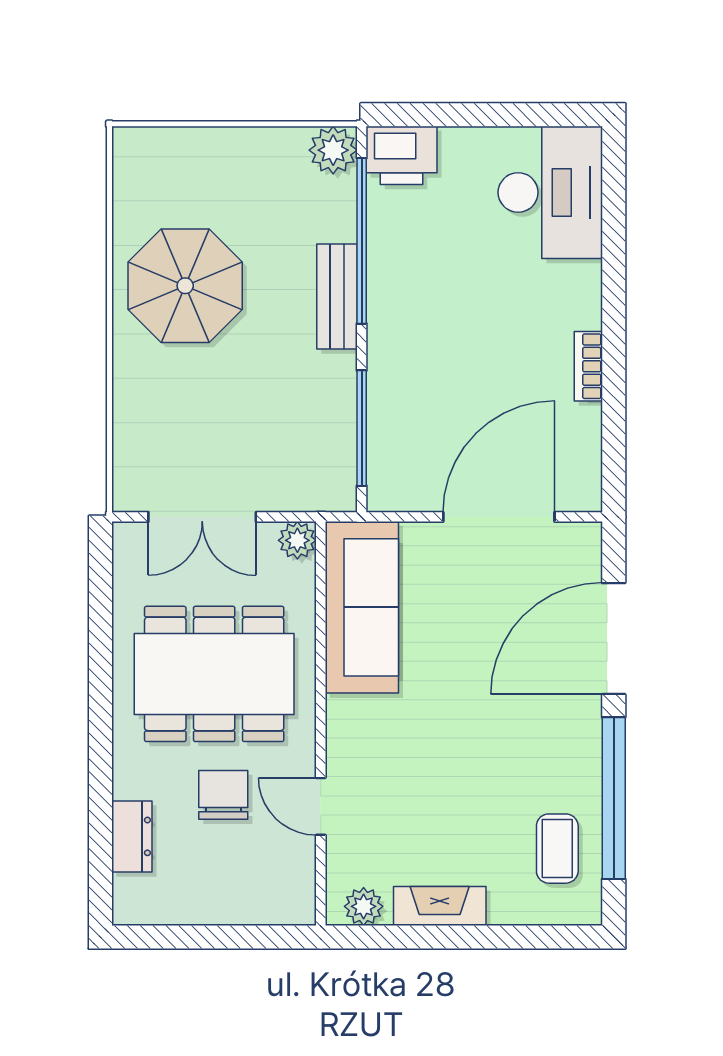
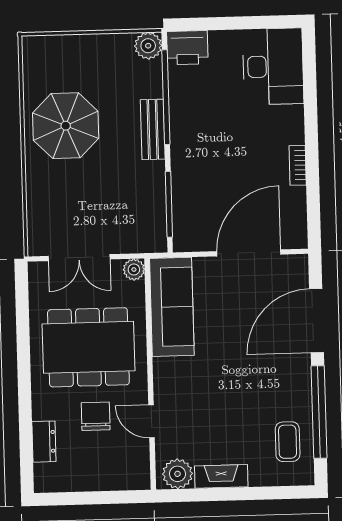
plant: (364, 906) -> (178, 474), width x1.38, depth x1.38

